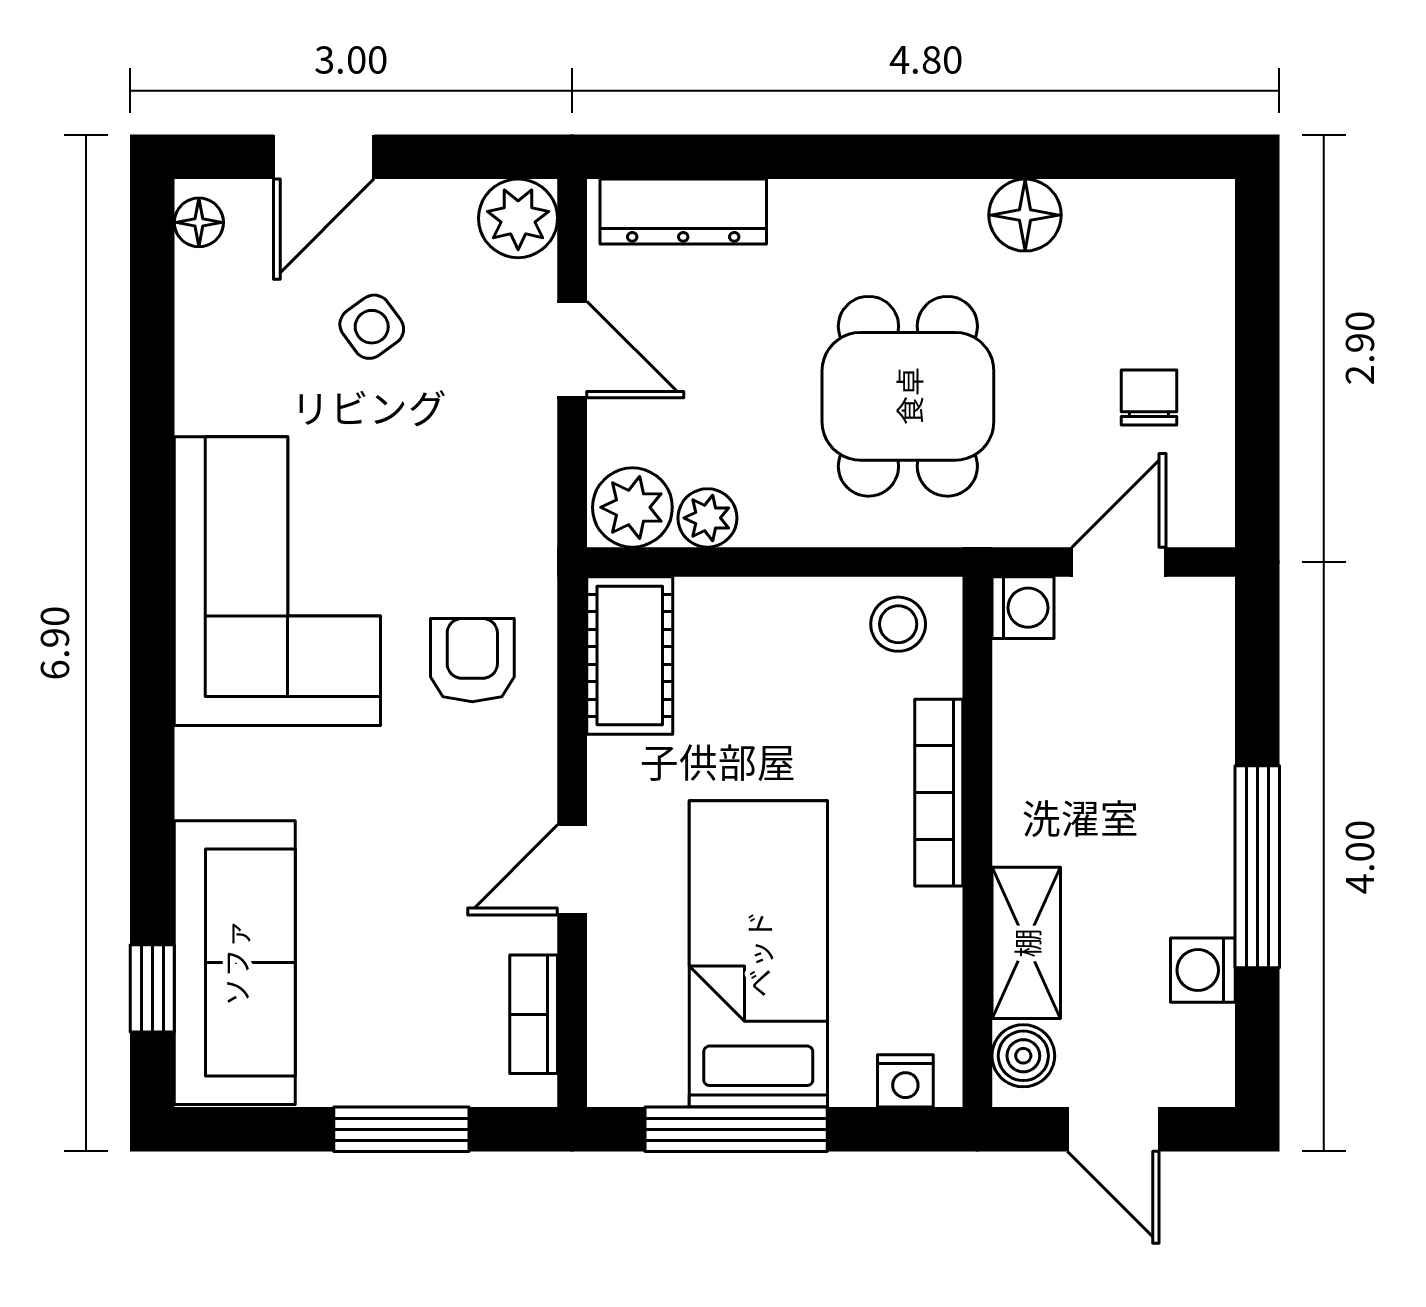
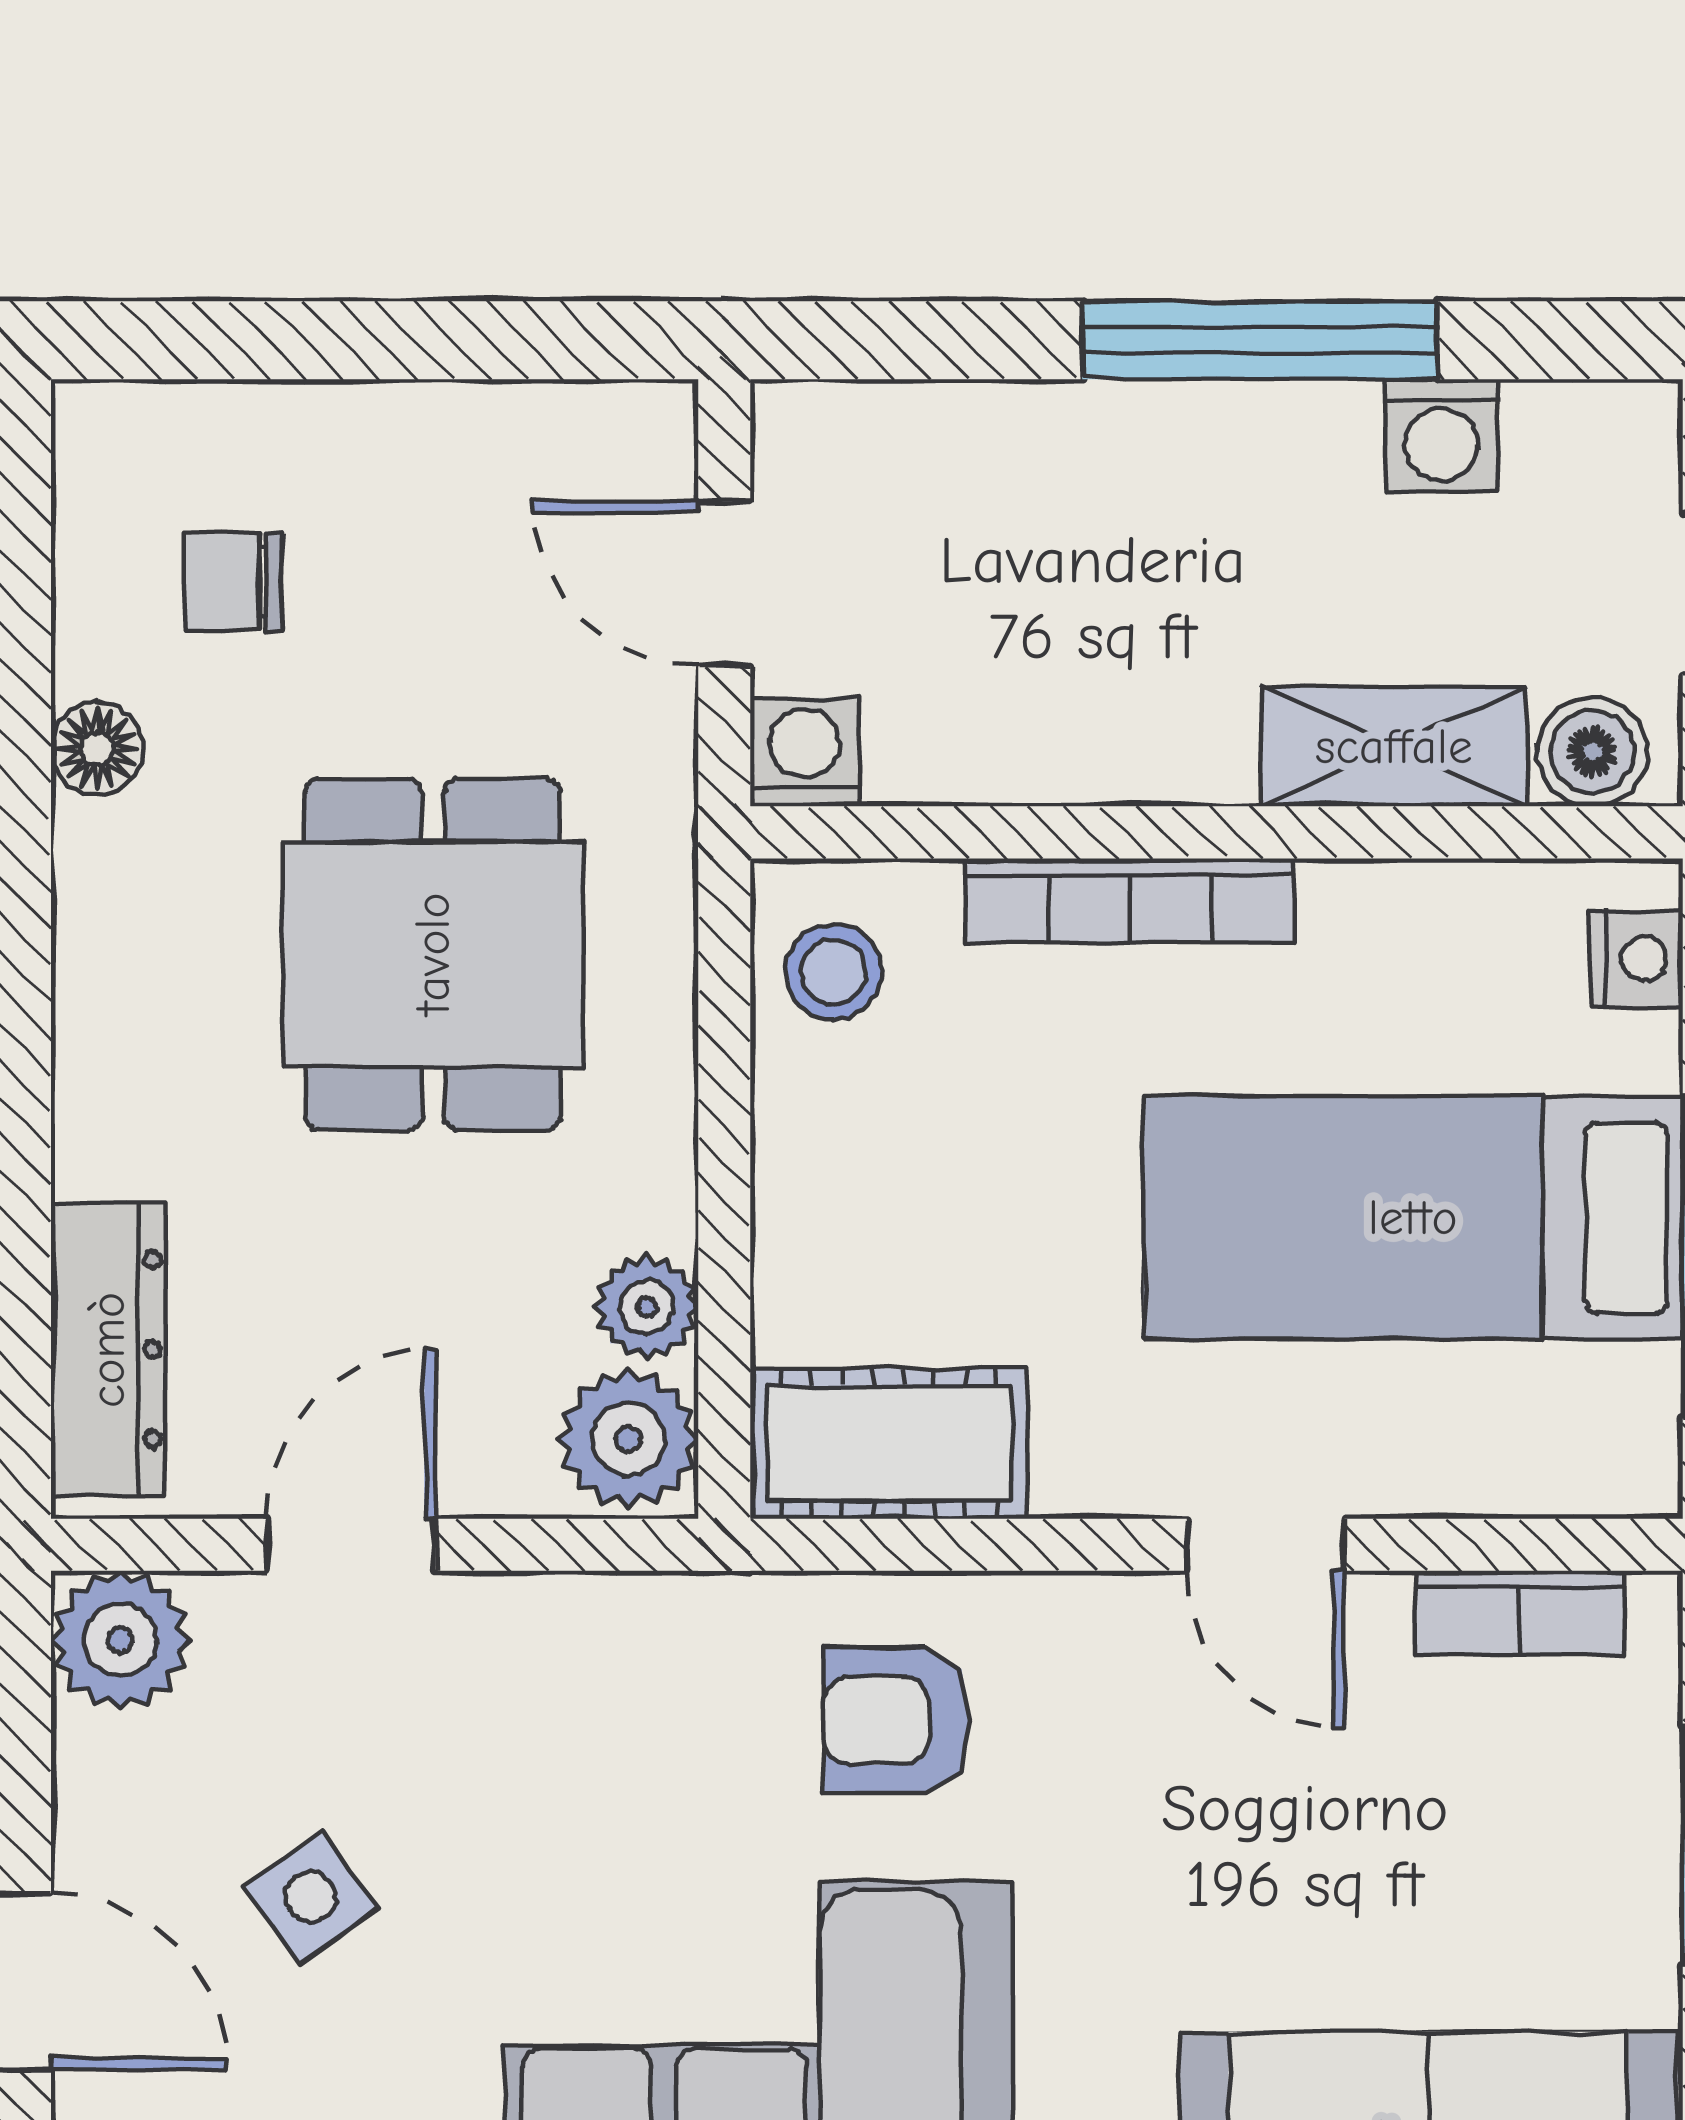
floor lamp: (1025, 215) -> (97, 749), width x0.73, depth x0.73
dining table: (908, 396) -> (433, 954), turned 90
chair: (1149, 398) -> (233, 582), moved

